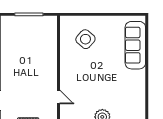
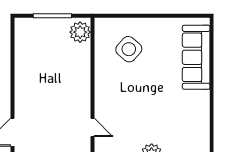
plant: (49, 27) -> (80, 32), added

